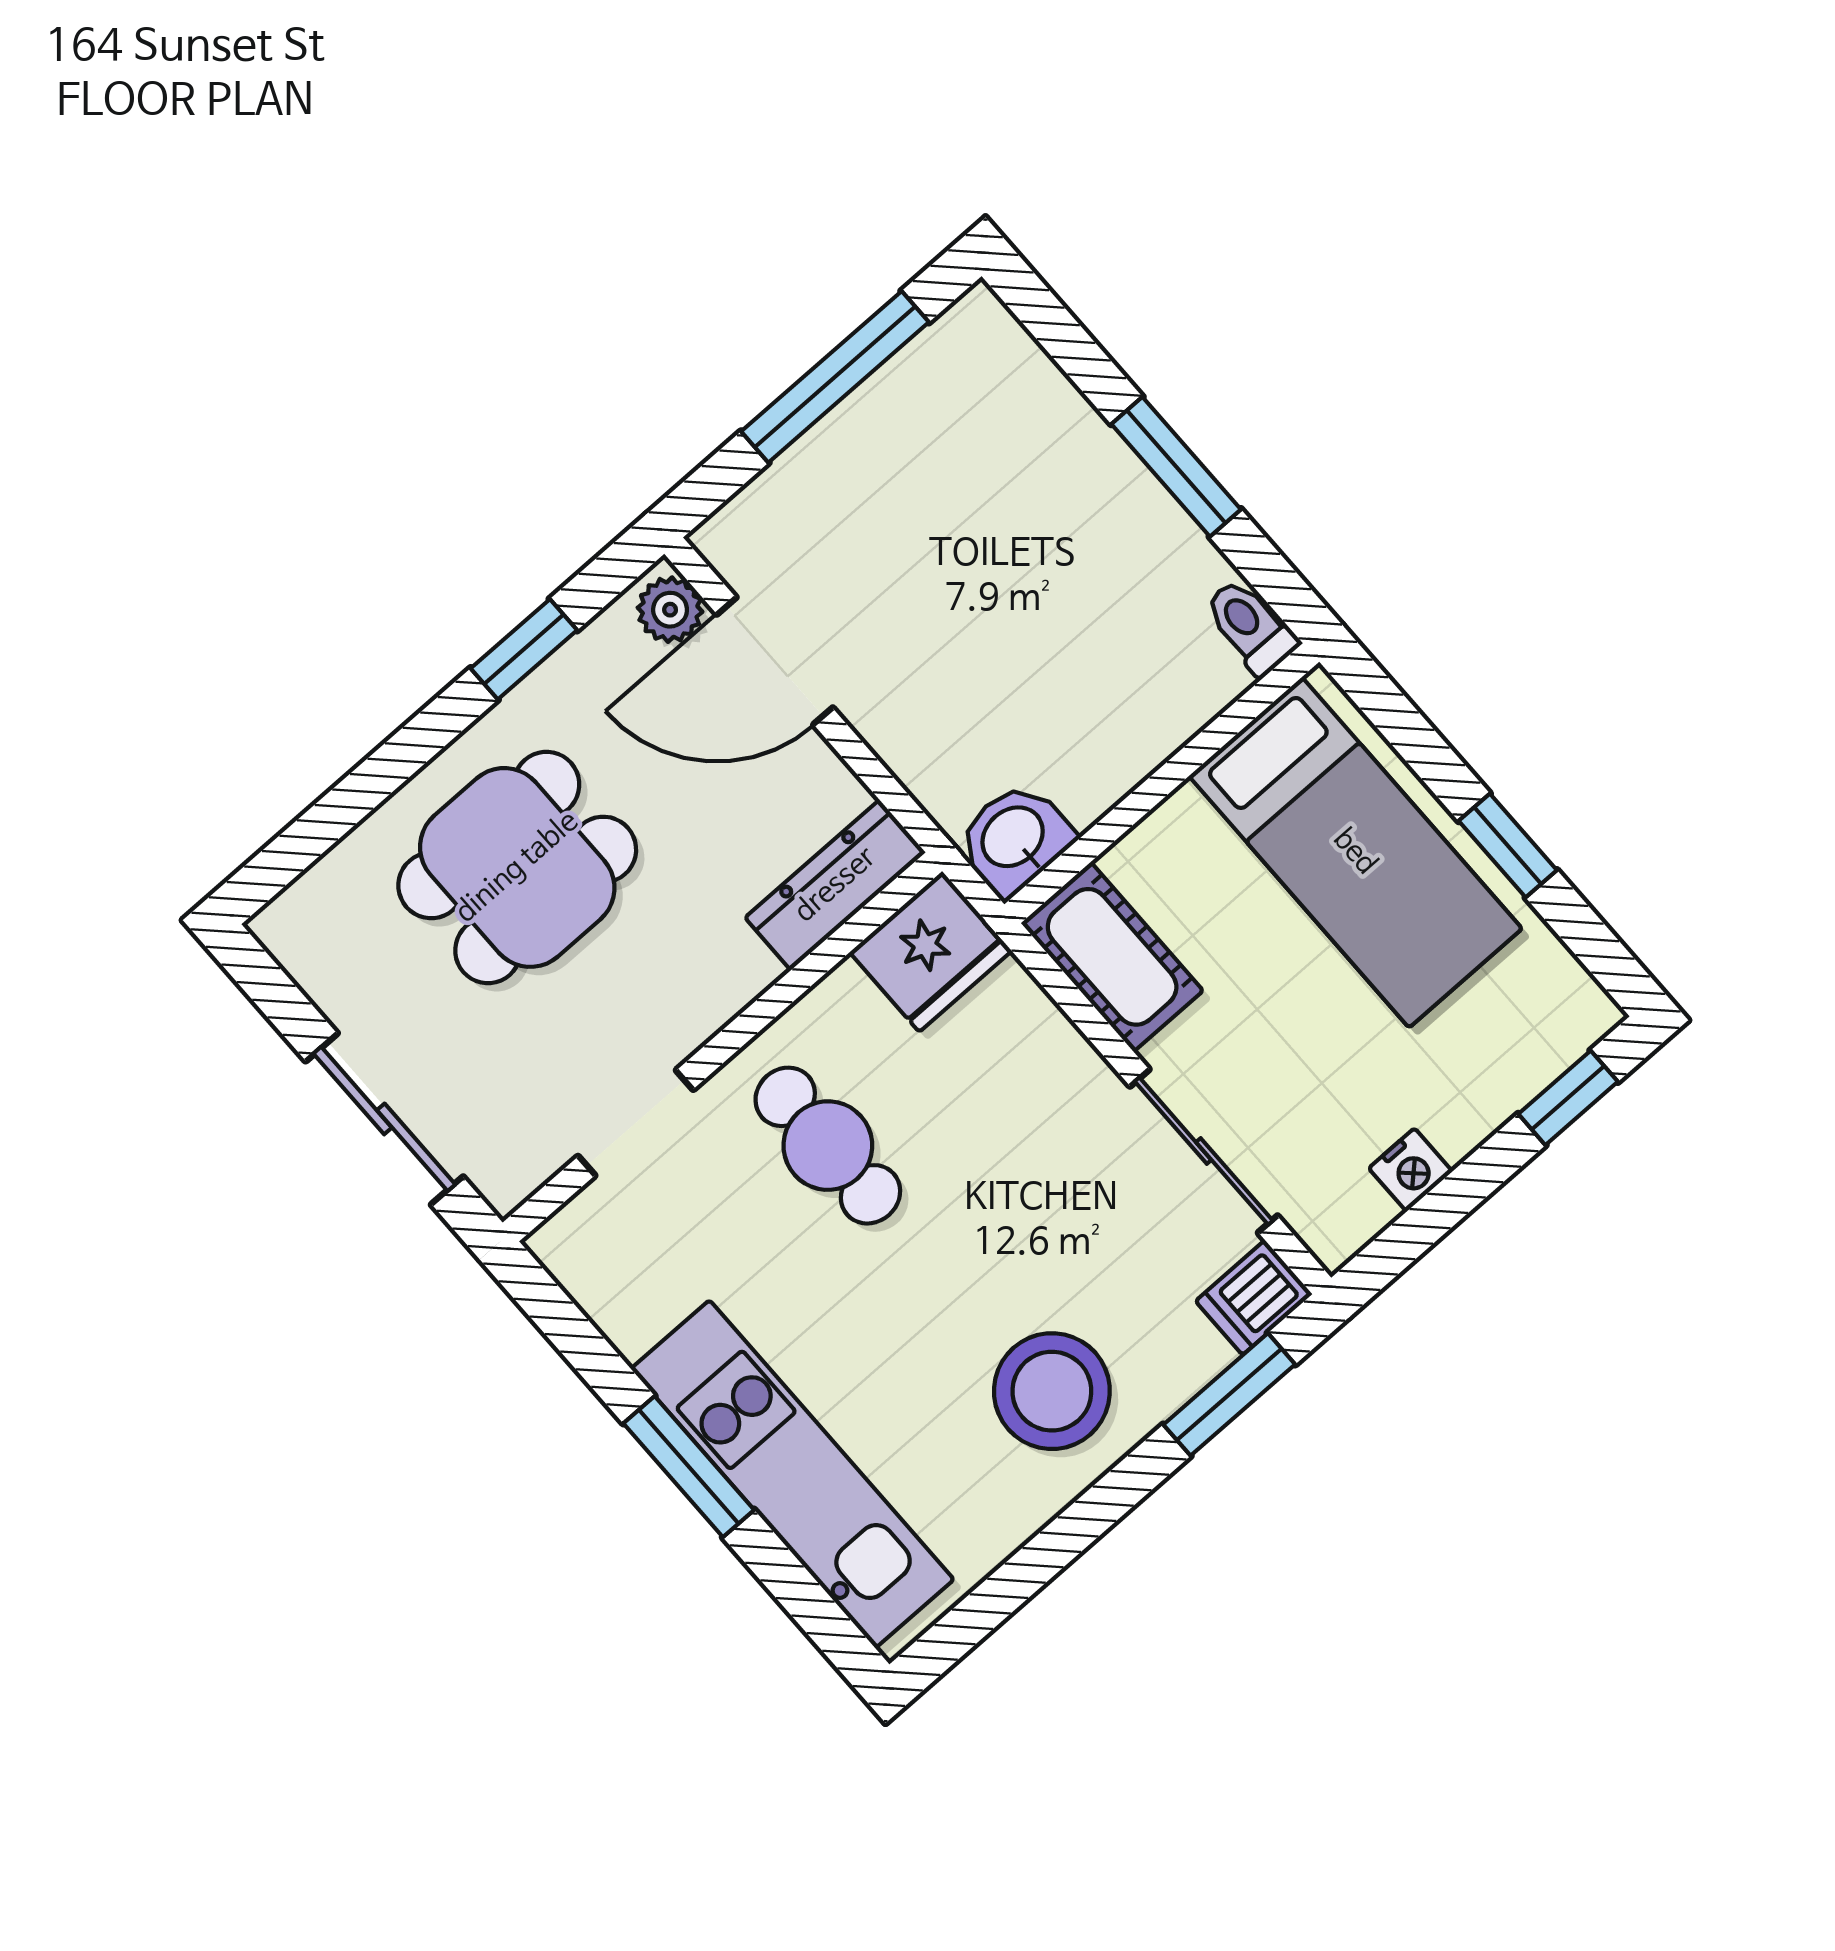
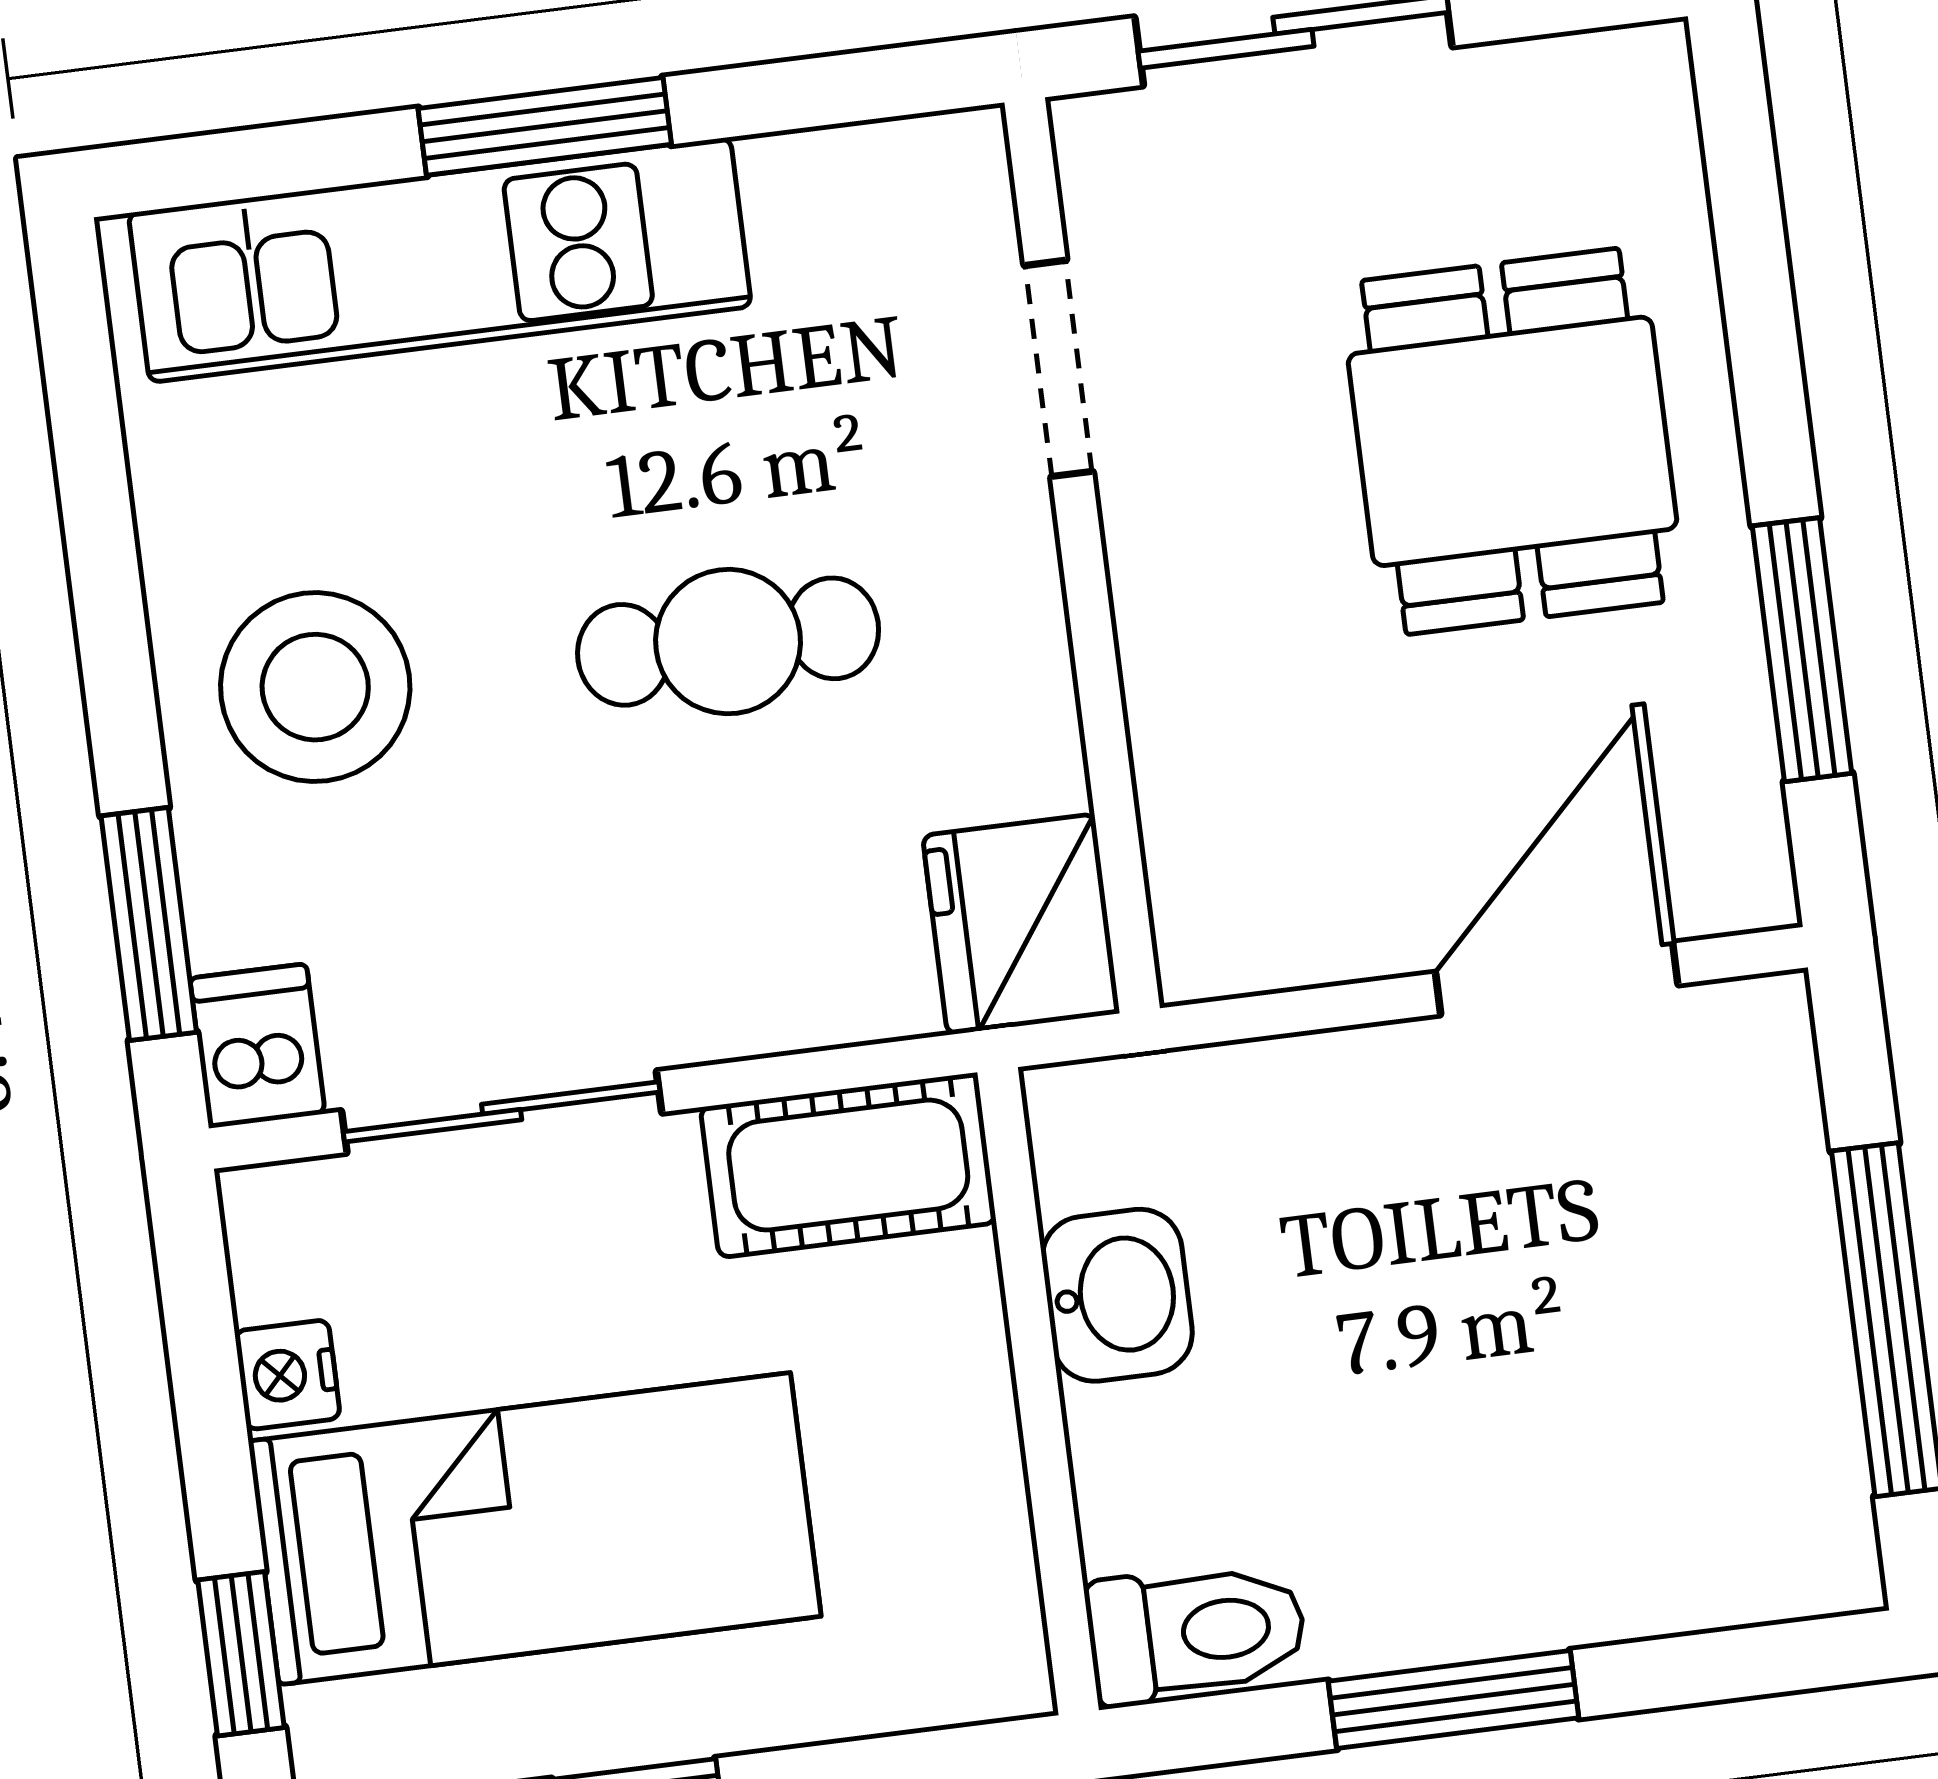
plant: (670, 610) -> (1722, 884), removed
toilet: (1250, 627) -> (1196, 1633), width x1.37, depth x1.39
window: (524, 649) -> (1802, 650), width x1.50
washbasin: (1014, 839) -> (1117, 1295), moved
bed: (1355, 852) -> (535, 1529), moved, turned 180
dresser: (835, 885) -> (1198, 856), removed
cafe table: (828, 1146) -> (728, 642), moved

